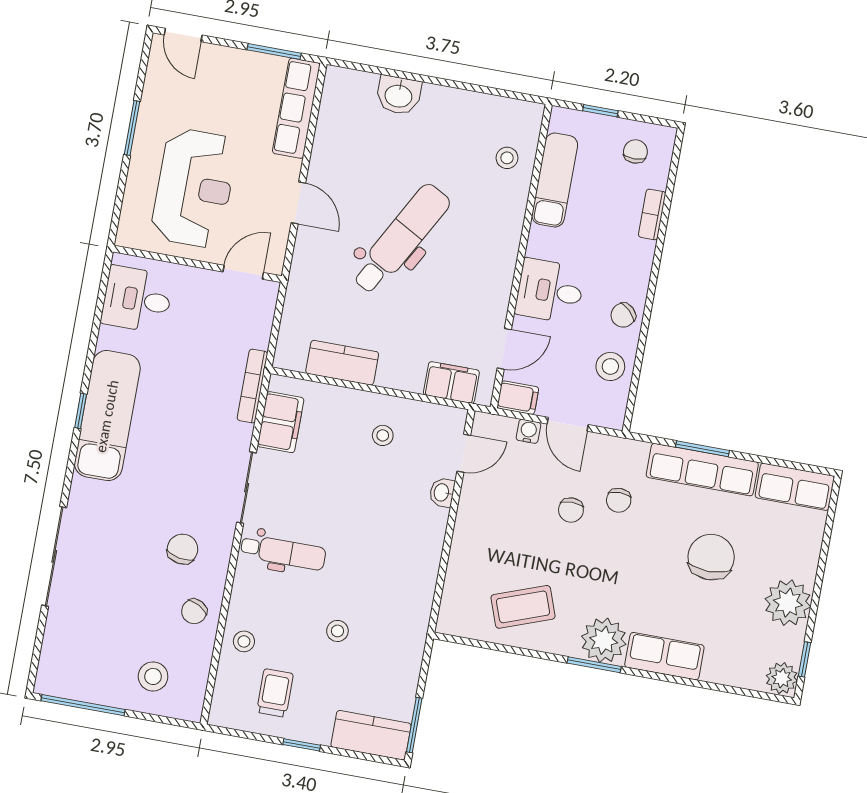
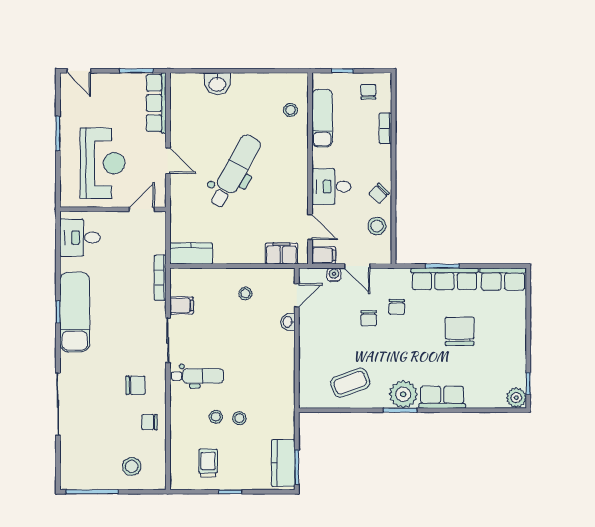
door: (504, 349) -> (310, 227), hinge flipped
kitchen counter: (342, 363) -> (191, 254), moved
filing cabinet: (281, 422) -> (181, 306), width x0.50
chair: (182, 549) -> (136, 385), turned 80
plant: (788, 603) -> (512, 351), removed
chair: (194, 611) -> (150, 422), turned 61
stool: (244, 641) -> (216, 417), moved
kitchen counter: (371, 735) -> (283, 463), moved, turned -90

